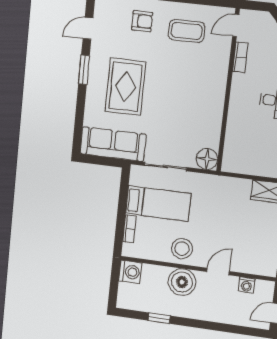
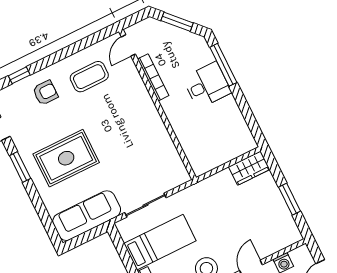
bookcase: (240, 57) -> (153, 77), width x1.56
rug: (125, 87) -> (66, 158), turned 90
floor lamp: (207, 159) -> (177, 175), removed

